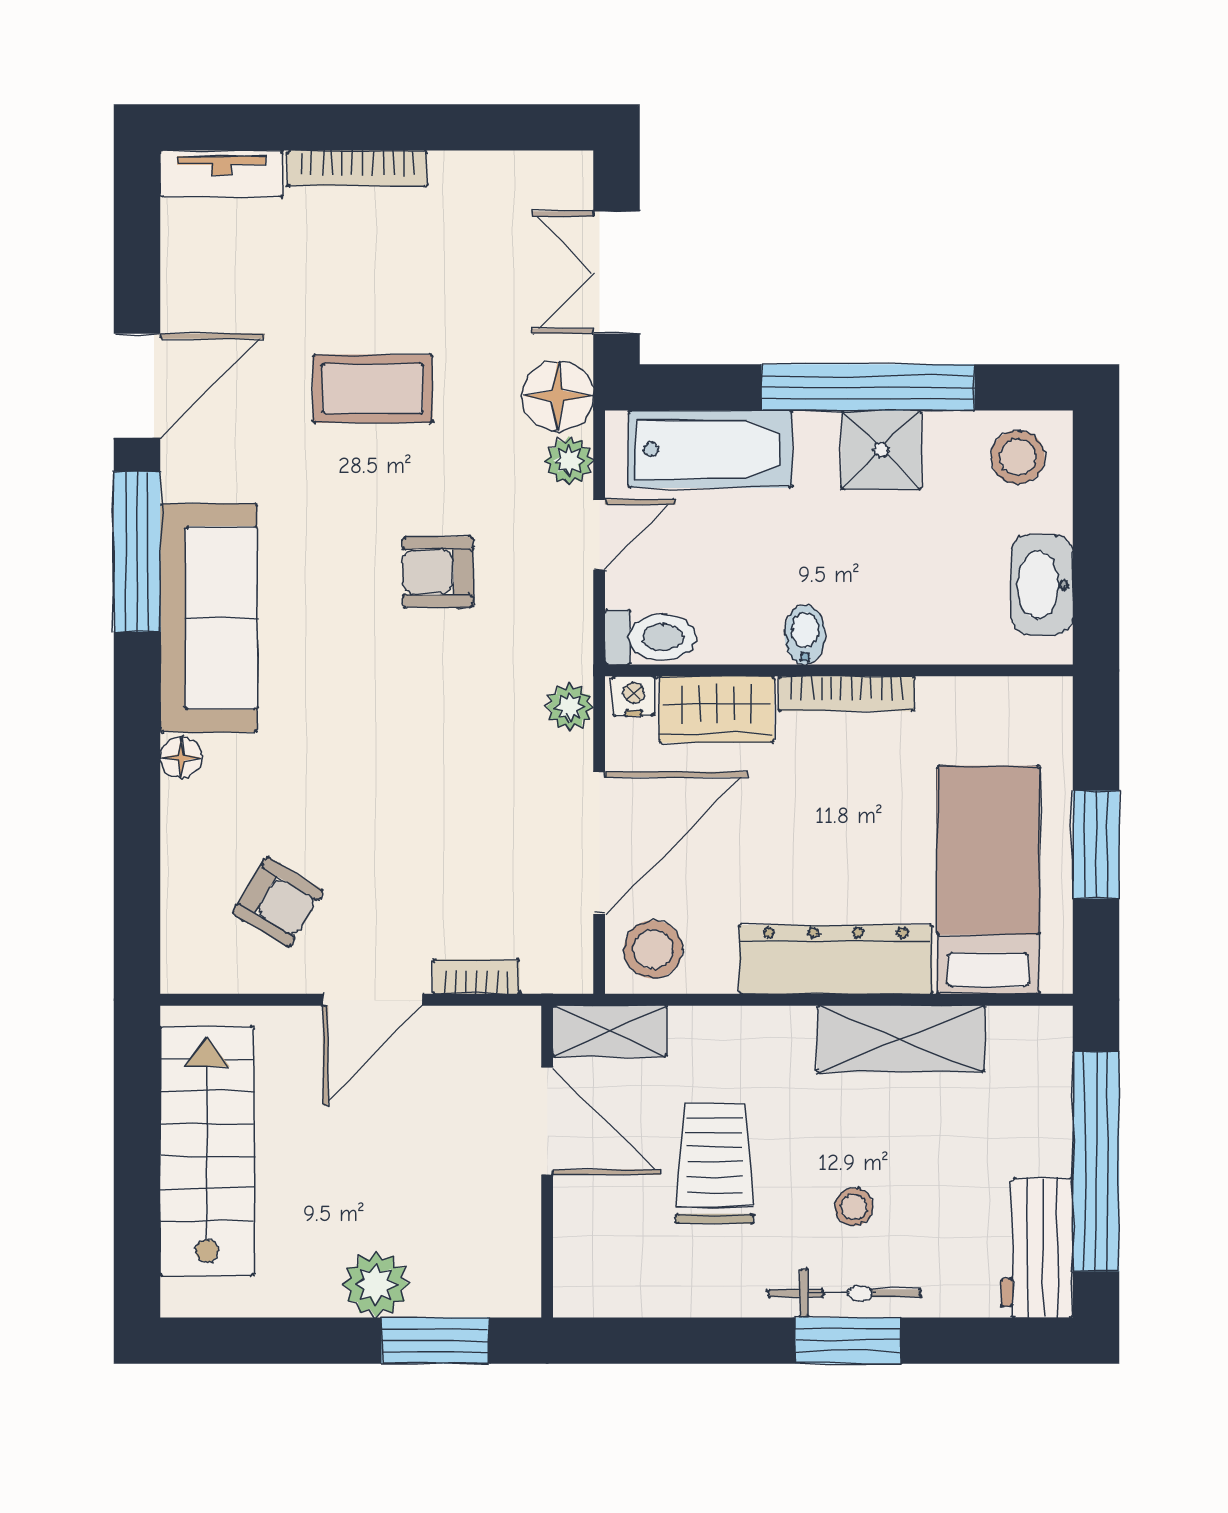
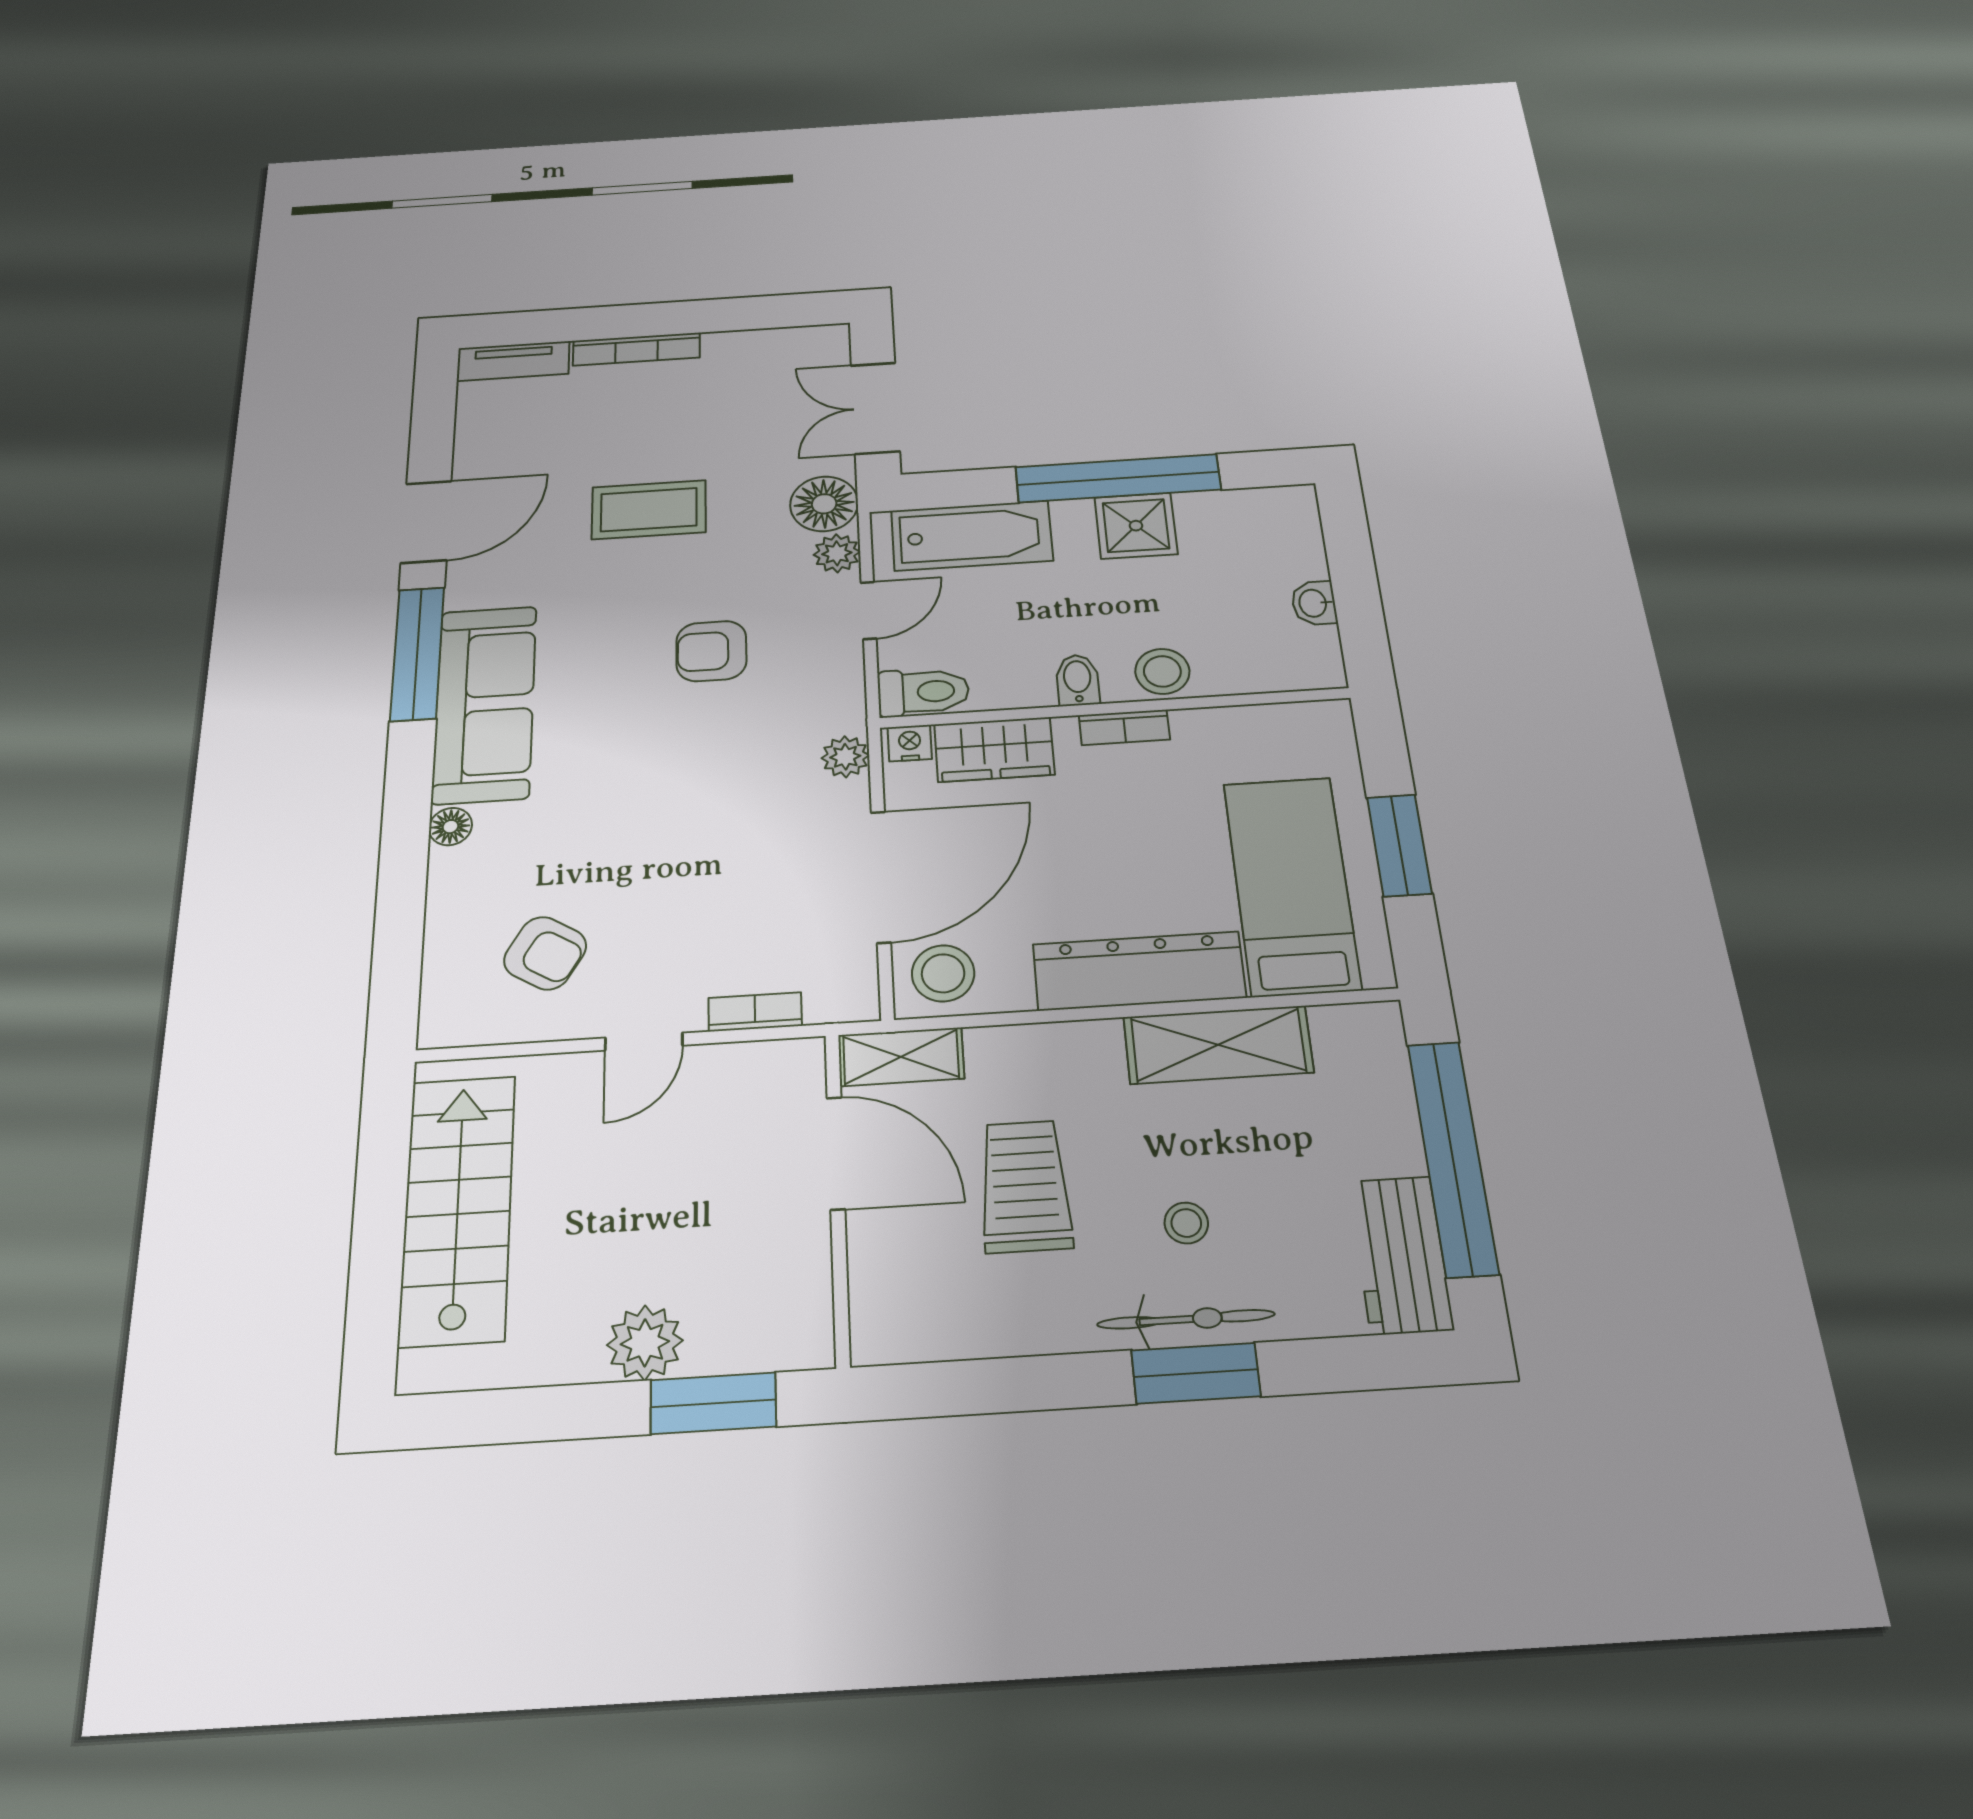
stool: (1018, 457) -> (1162, 671), moved
washbasin: (1042, 585) -> (1314, 603), width x0.52, depth x0.69
bookcase: (847, 694) -> (1124, 727), width x0.64
door: (373, 1000) -> (644, 1042), width x0.73

